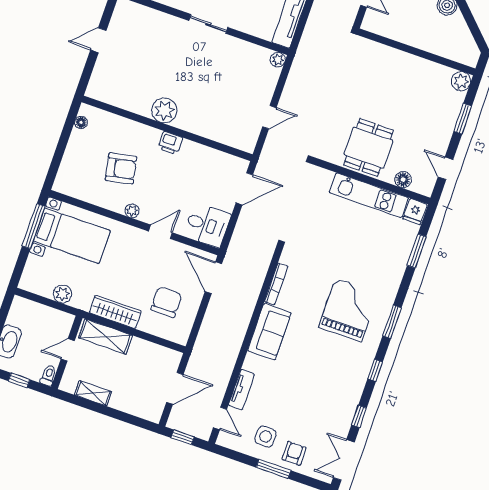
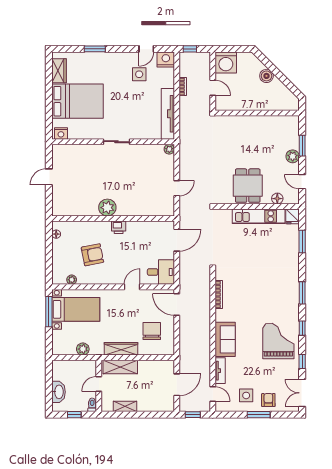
plant: (461, 81) -> (293, 156), moved
plant: (132, 211) -> (72, 280), moved
grand piano: (348, 310) -> (278, 341), moved
sofa: (269, 332) -> (225, 339), moved

